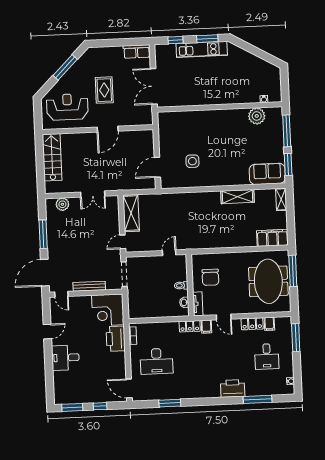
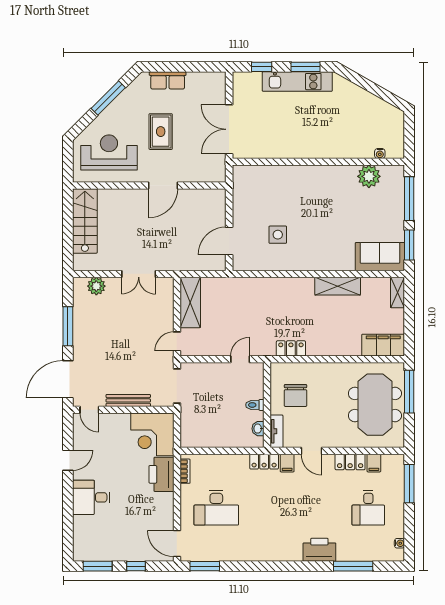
row of seats: (137, 52) -> (168, 80), moved
locker: (206, 243) -> (291, 348), added
window: (170, 403) -> (205, 566), moved

